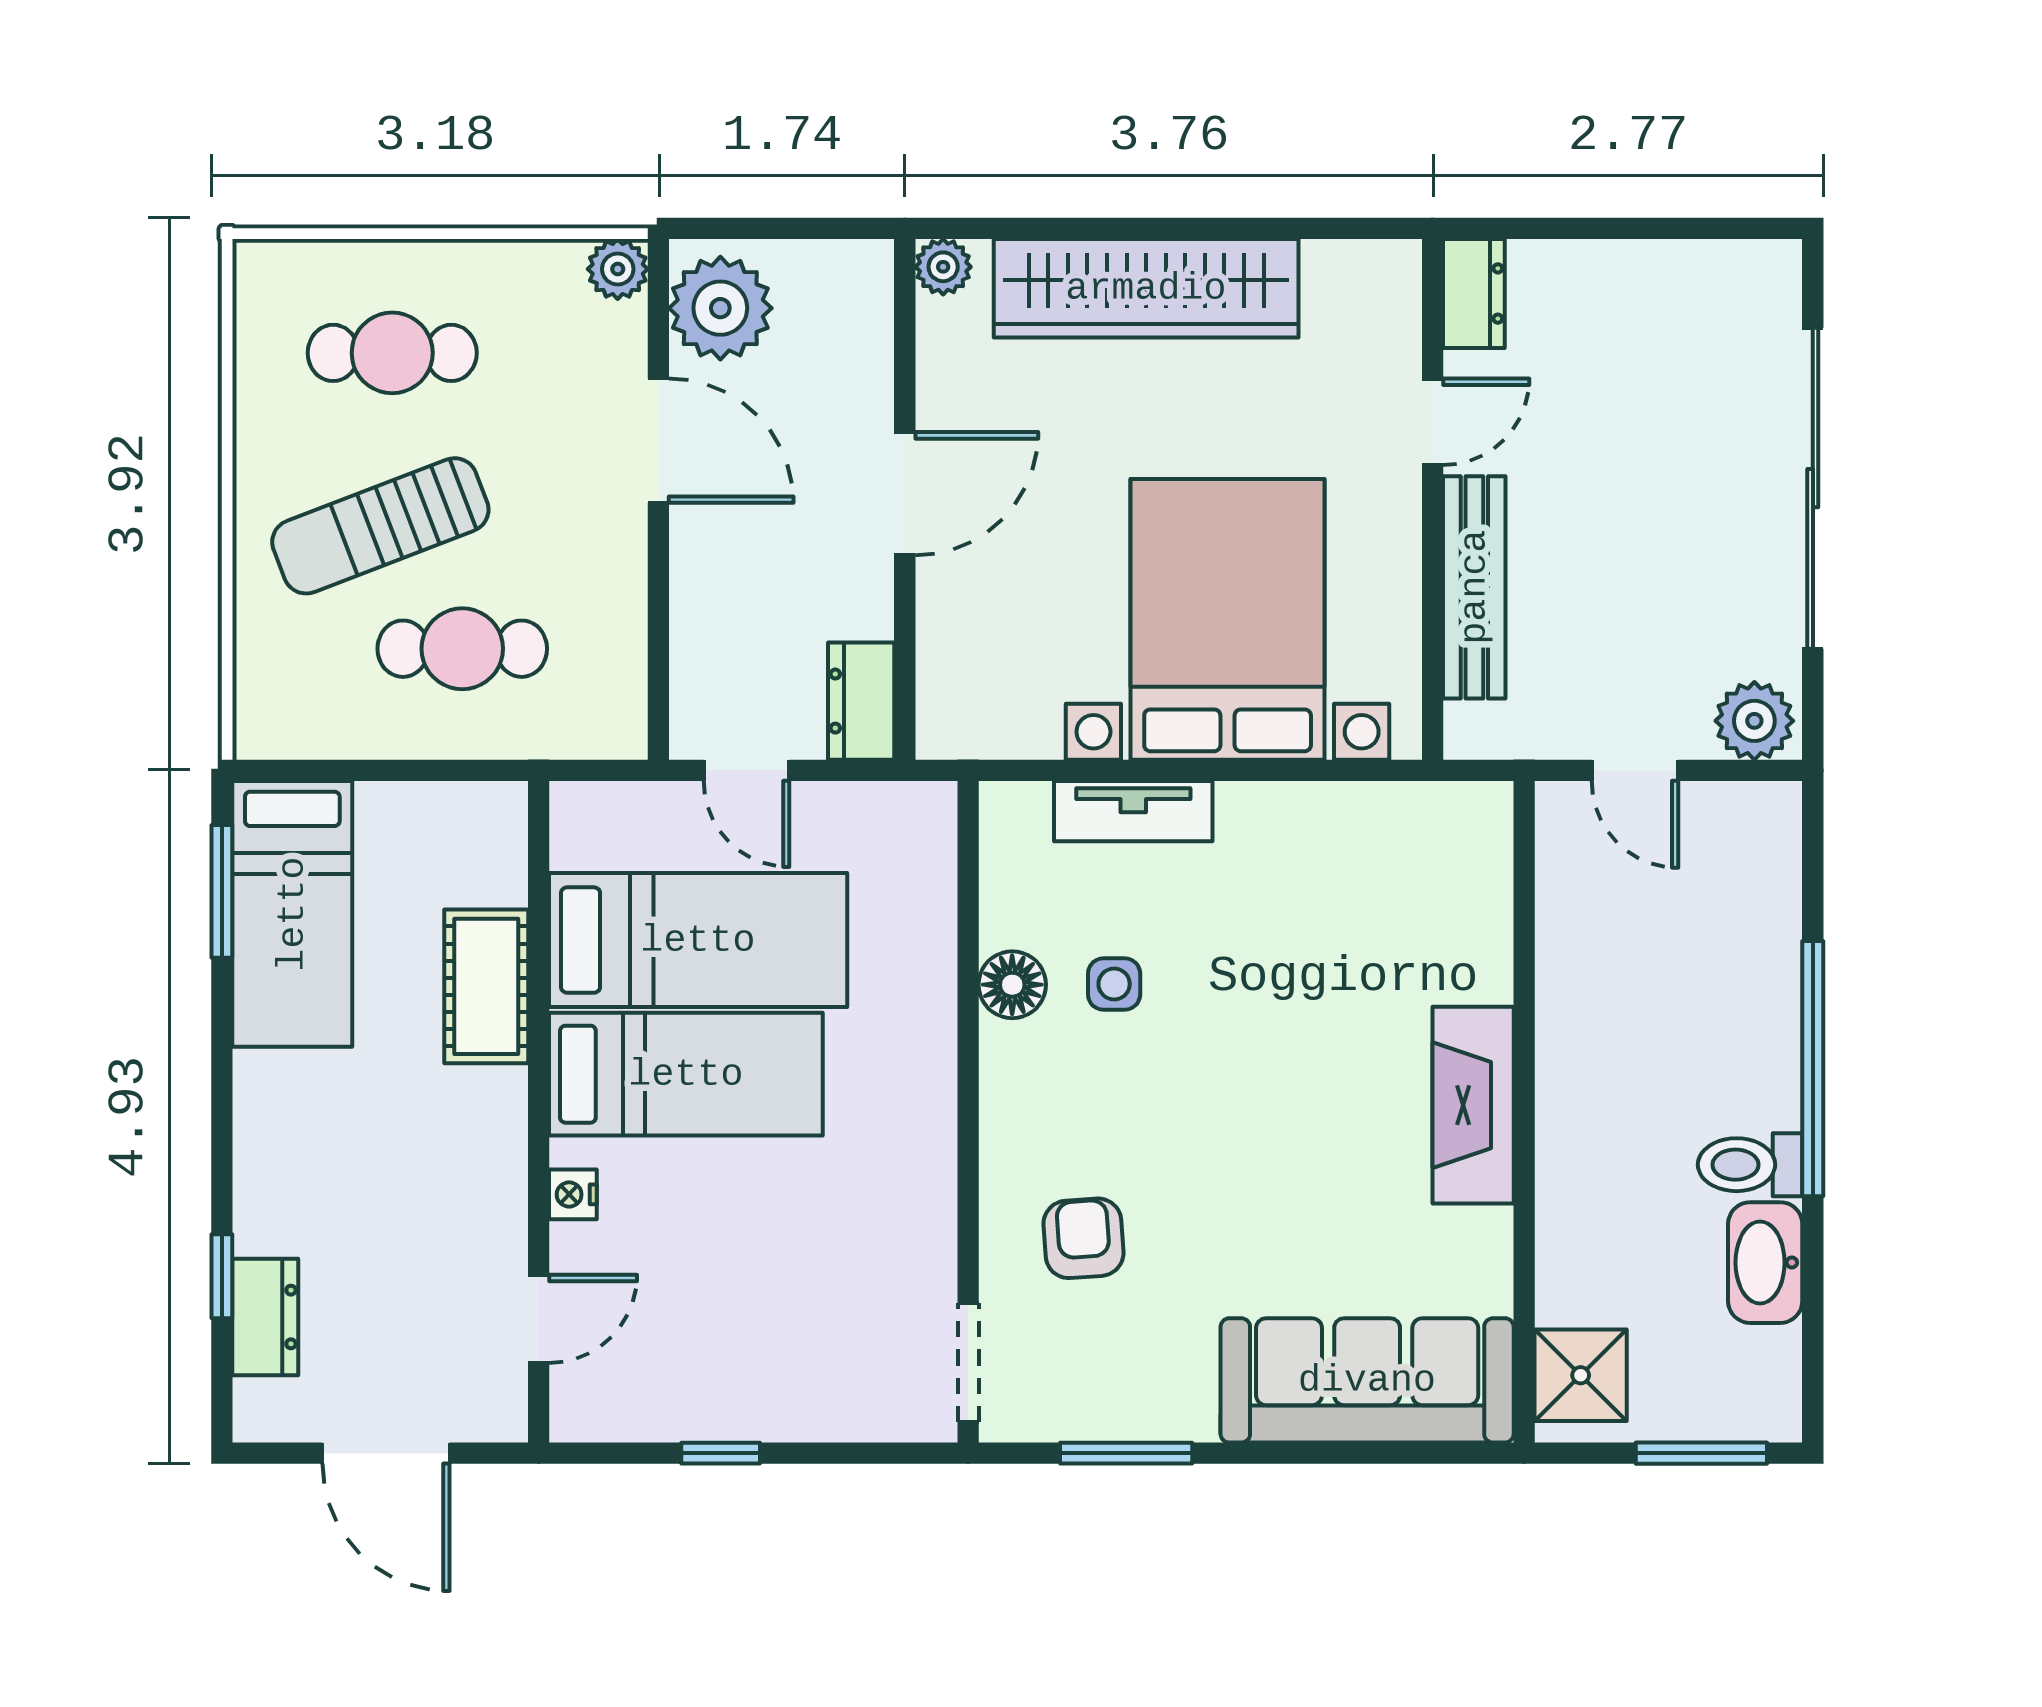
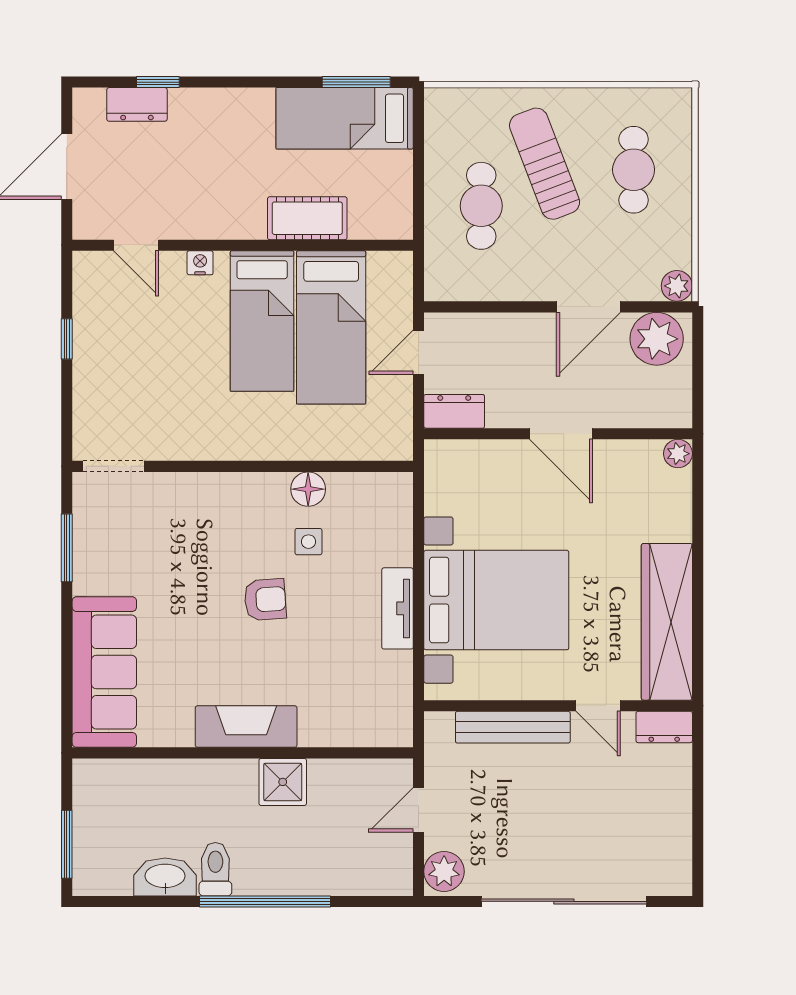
wardrobe: (1146, 288) -> (667, 622), moved
tv unit: (1133, 811) -> (398, 608), moved
armchair: (1083, 1238) -> (265, 600), moved
shower: (1581, 1375) -> (283, 782), moved

